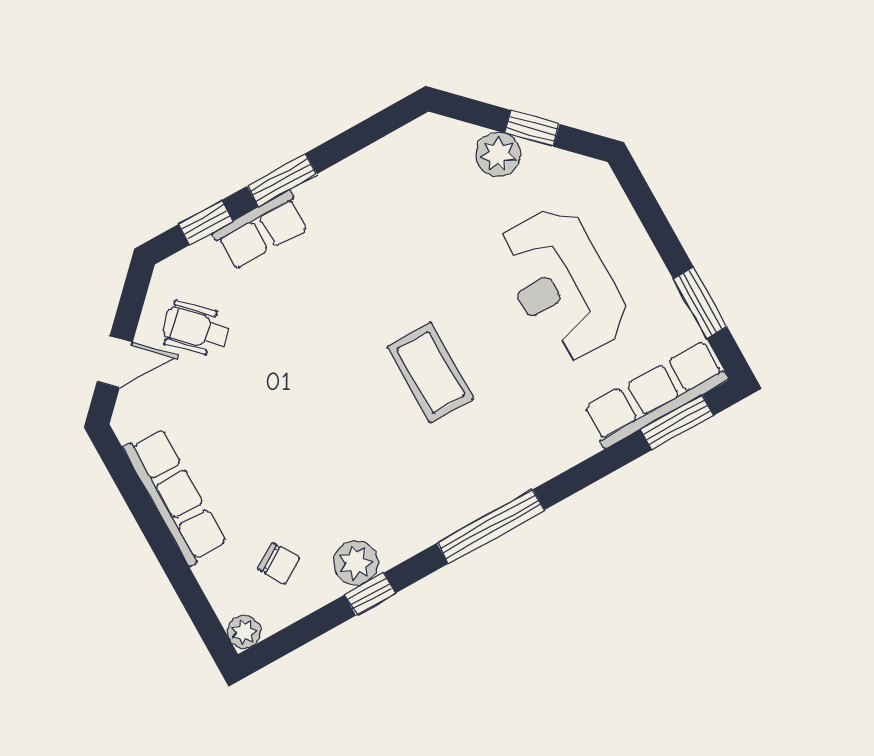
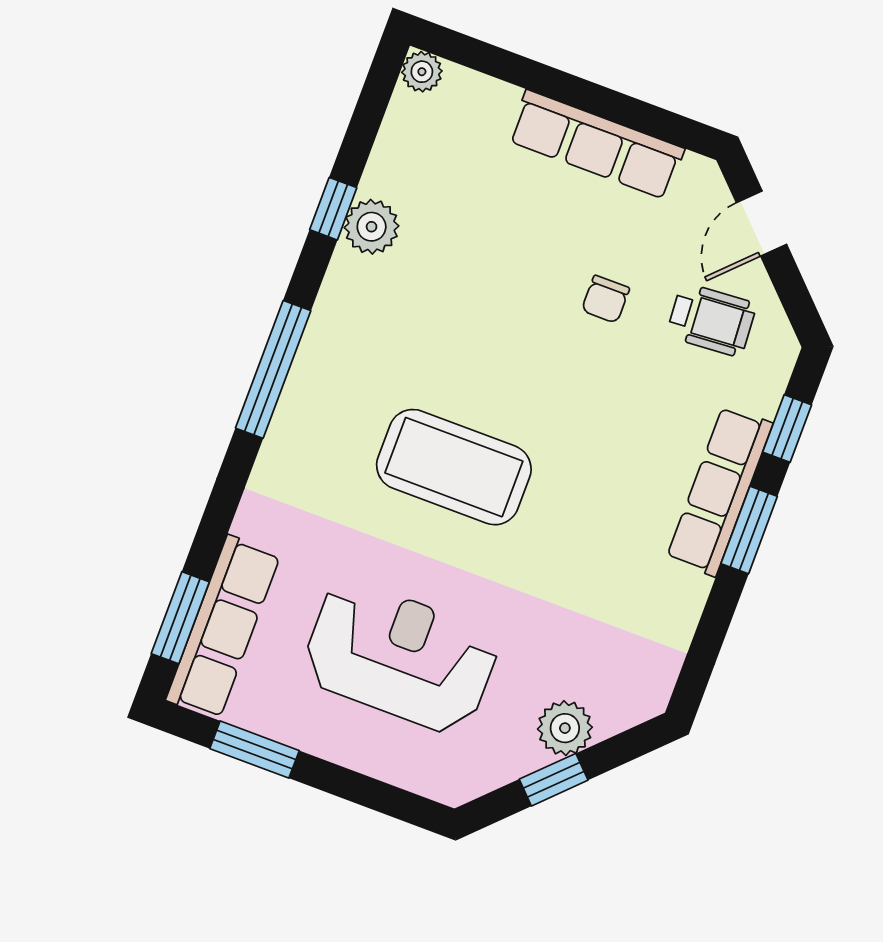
row of seats: (261, 230) -> (720, 491), width x1.48
wheelchair: (196, 329) -> (711, 320), turned 42
coffee table: (430, 372) -> (454, 467), width x1.36, depth x1.32
chair: (279, 563) -> (606, 299), moved, turned -59

